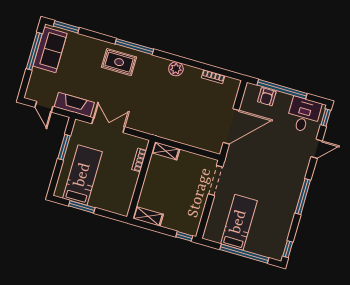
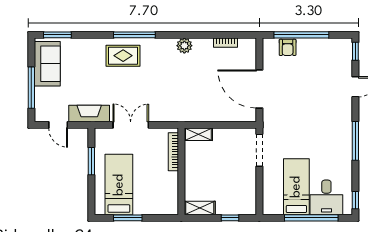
window: (34, 51) -> (31, 88), moved
desk: (304, 115) -> (326, 197), moved, turned 180
door: (231, 126) -> (259, 89), swing flipped
bookcase: (139, 160) -> (173, 152), width x1.56
window: (184, 236) -> (230, 218), moved

